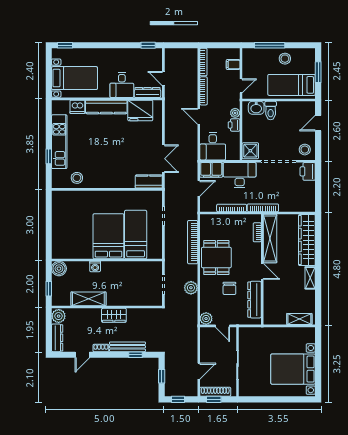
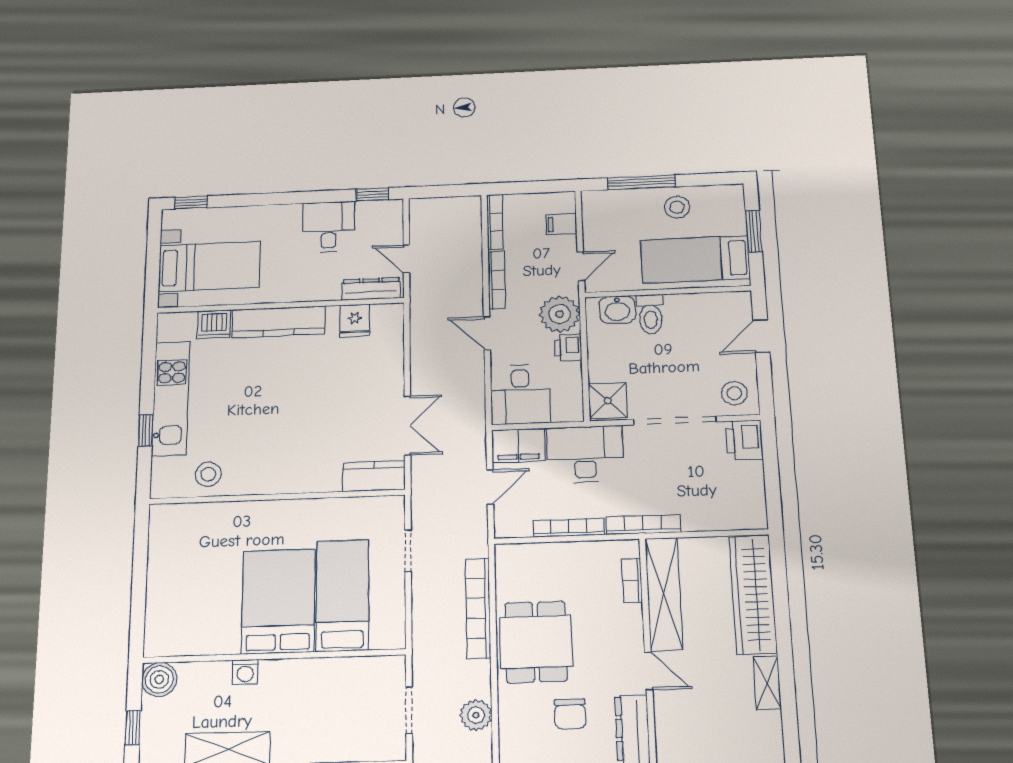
desk: (122, 85) -> (329, 227), moved, turned 180
fridge: (140, 110) -> (355, 321), width x0.53, depth x0.75
plant: (235, 113) -> (560, 314), width x1.87, depth x1.87

